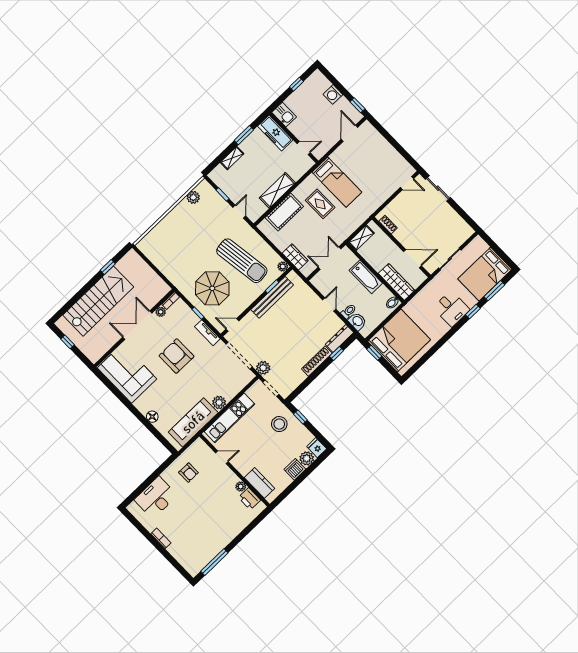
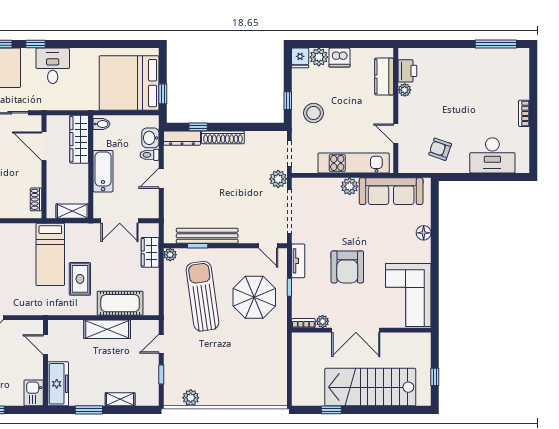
bed: (337, 182) -> (50, 254), moved, turned 180
armchair: (188, 473) -> (440, 149), turned -71

